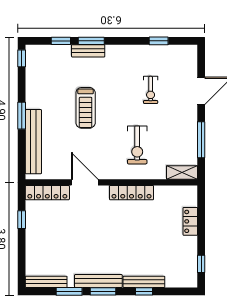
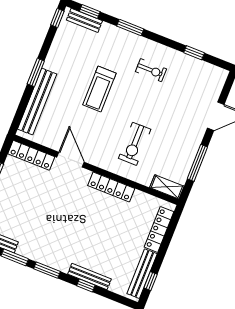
window: (61, 41) -> (90, 11), moved
bench: (88, 51) -> (84, 20), moved
exercise bike: (151, 90) -> (151, 70), moved, turned -90
locker: (190, 221) -> (159, 229), width x1.53
bench: (98, 281) -> (142, 274), moved, turned 90

